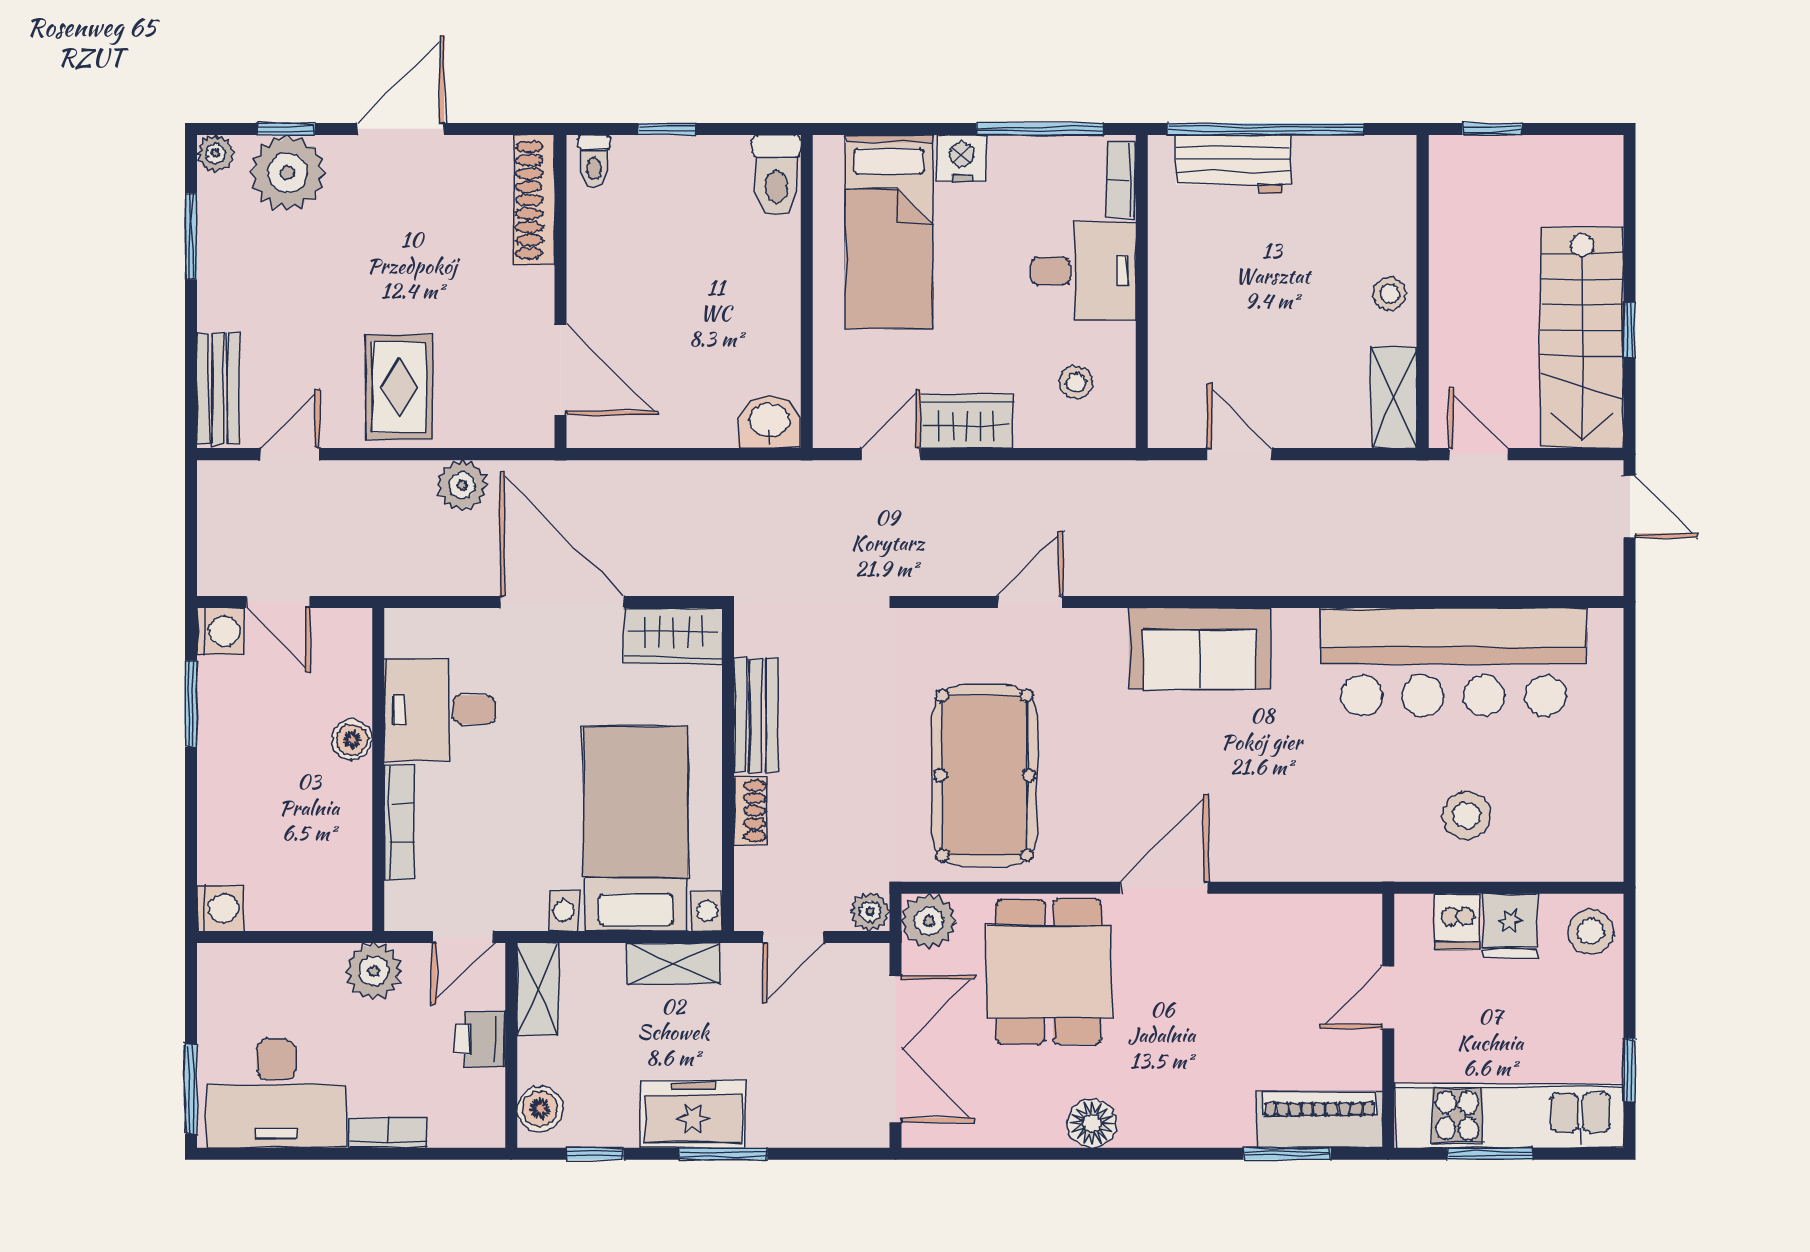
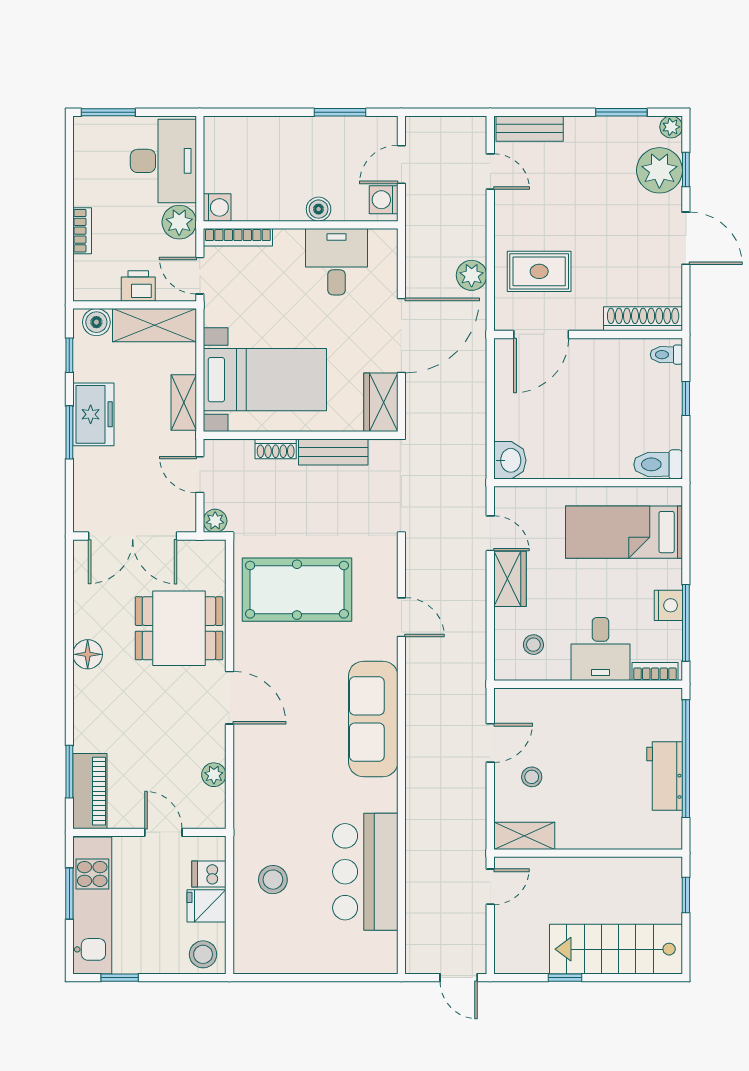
nightstand: (962, 158) -> (668, 605), moved
workbench: (1233, 164) -> (665, 776), moved
stool: (1389, 294) -> (532, 777), moved
stairs: (1582, 338) -> (616, 949), moved
rug: (399, 387) -> (539, 271), moved
door: (1630, 507) -> (459, 978), hinge flipped
washing machine: (220, 631) -> (384, 200), moved, turned 90
sofa: (1200, 649) -> (373, 719), width x1.36
bar counter: (1453, 662) -> (365, 872), width x0.73
bookcase: (399, 822) -> (238, 237), moved
washing machine: (220, 908) -> (217, 207), moved, turned -90
plant: (929, 921) -> (214, 775), moved, width x0.73, depth x0.73
shelving: (538, 989) -> (154, 325), width x1.50, depth x1.33
desk: (276, 1093) -> (163, 161), moved, turned 180

